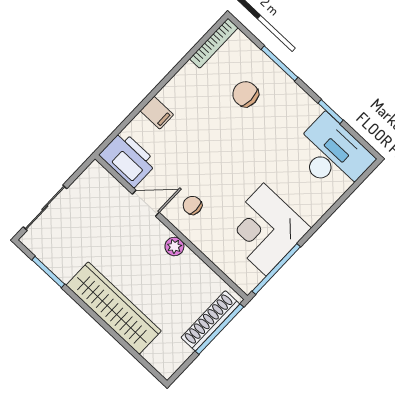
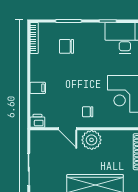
printer: (128, 159) -> (37, 121), width x0.53, depth x0.68
door: (146, 203) -> (68, 129), swing flipped
plant: (174, 246) -> (92, 140), width x1.88, depth x1.88

